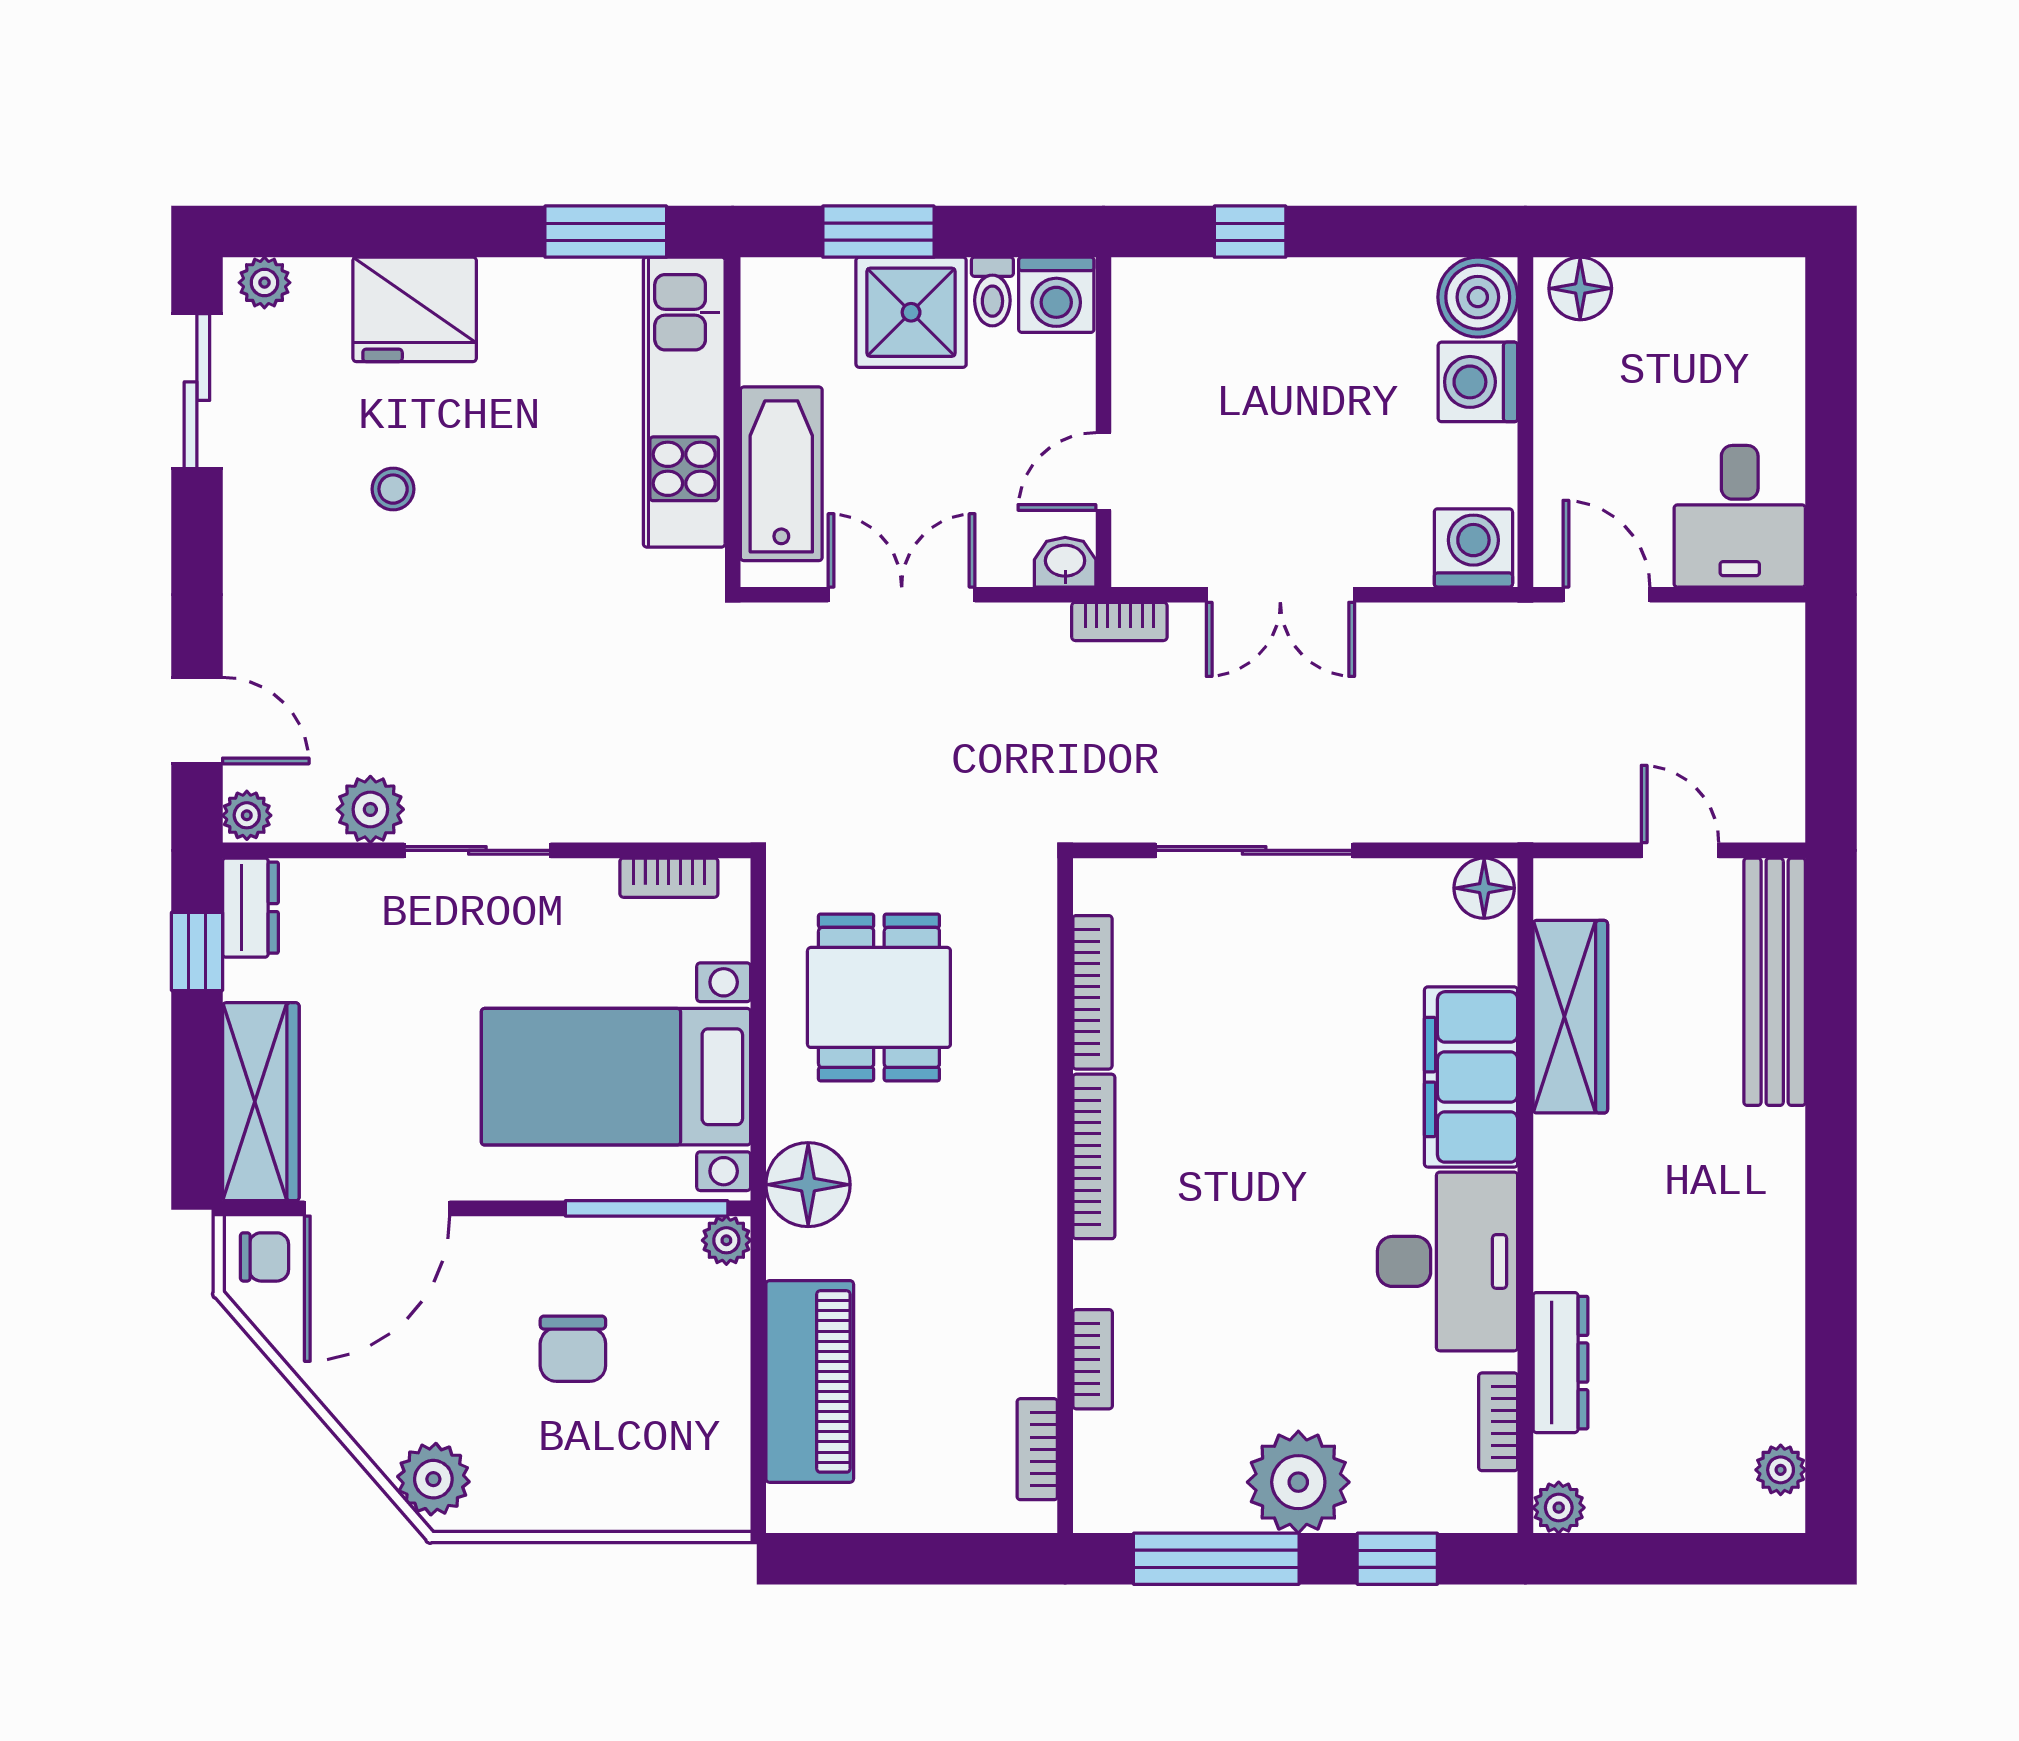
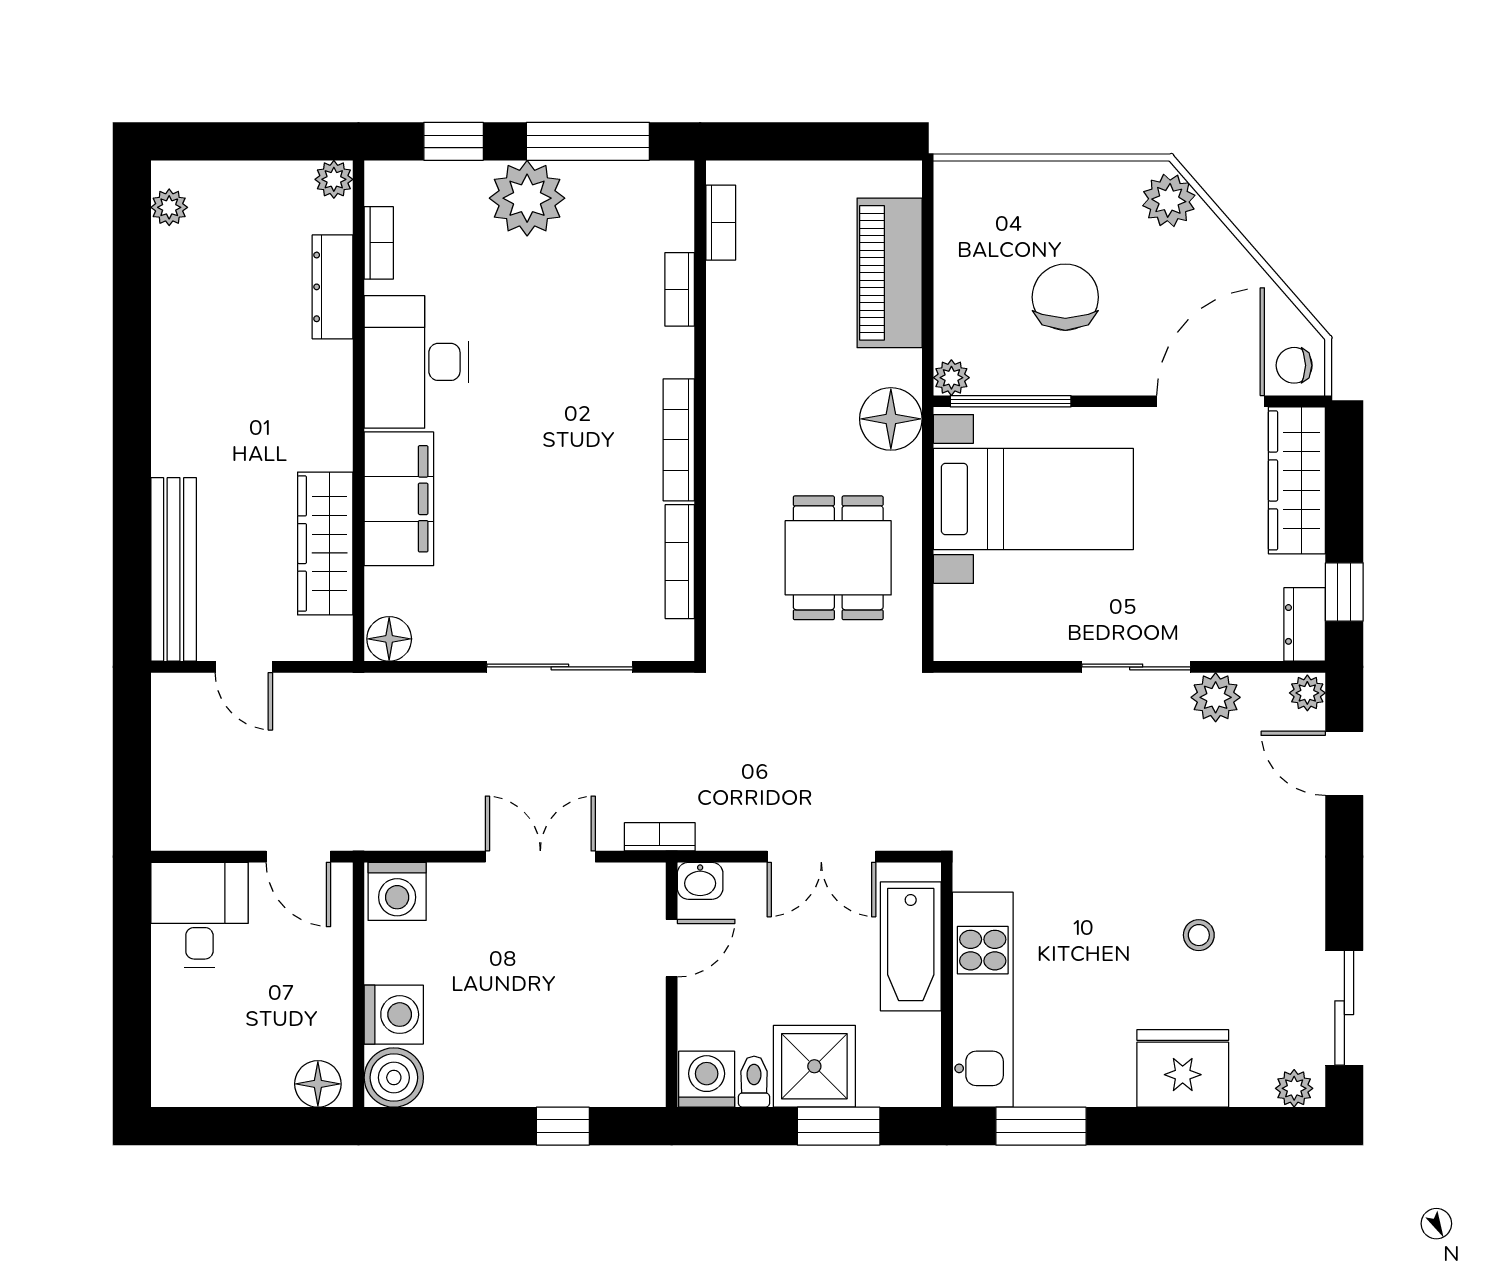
bookcase: (669, 878) -> (994, 647), removed
chair: (573, 1349) -> (1065, 297), width x1.37, depth x1.37

